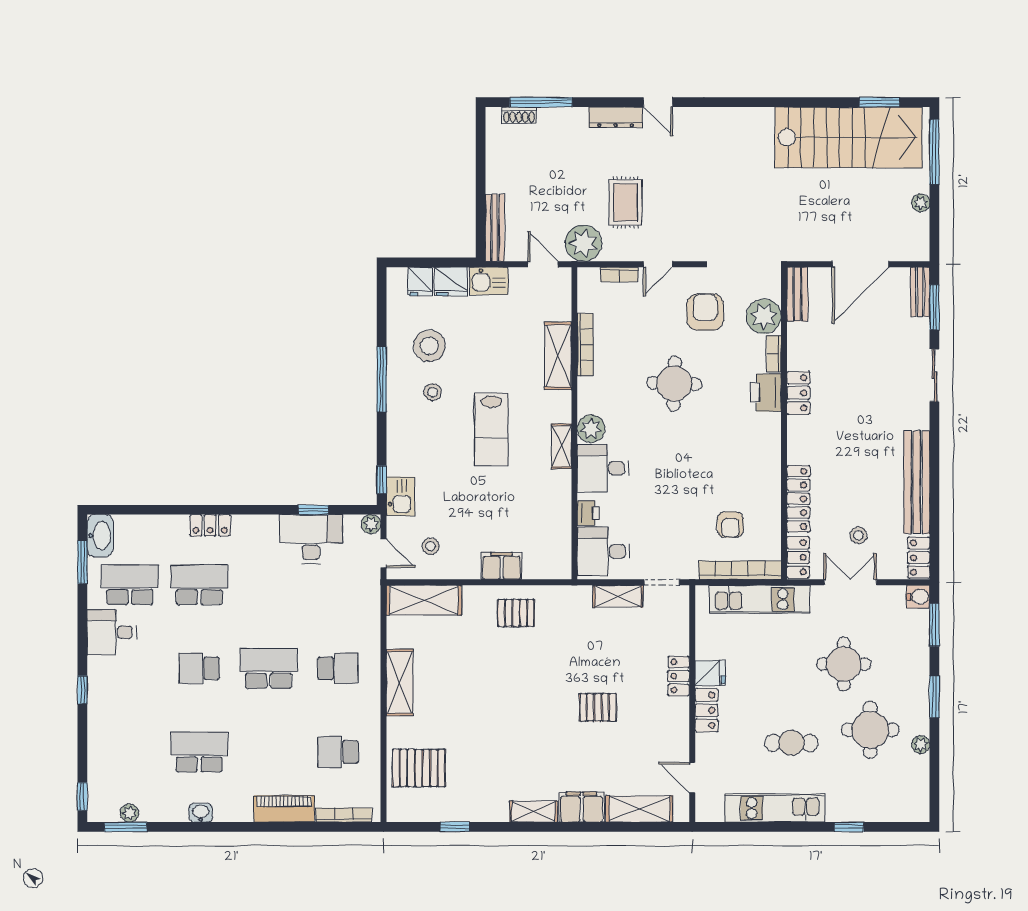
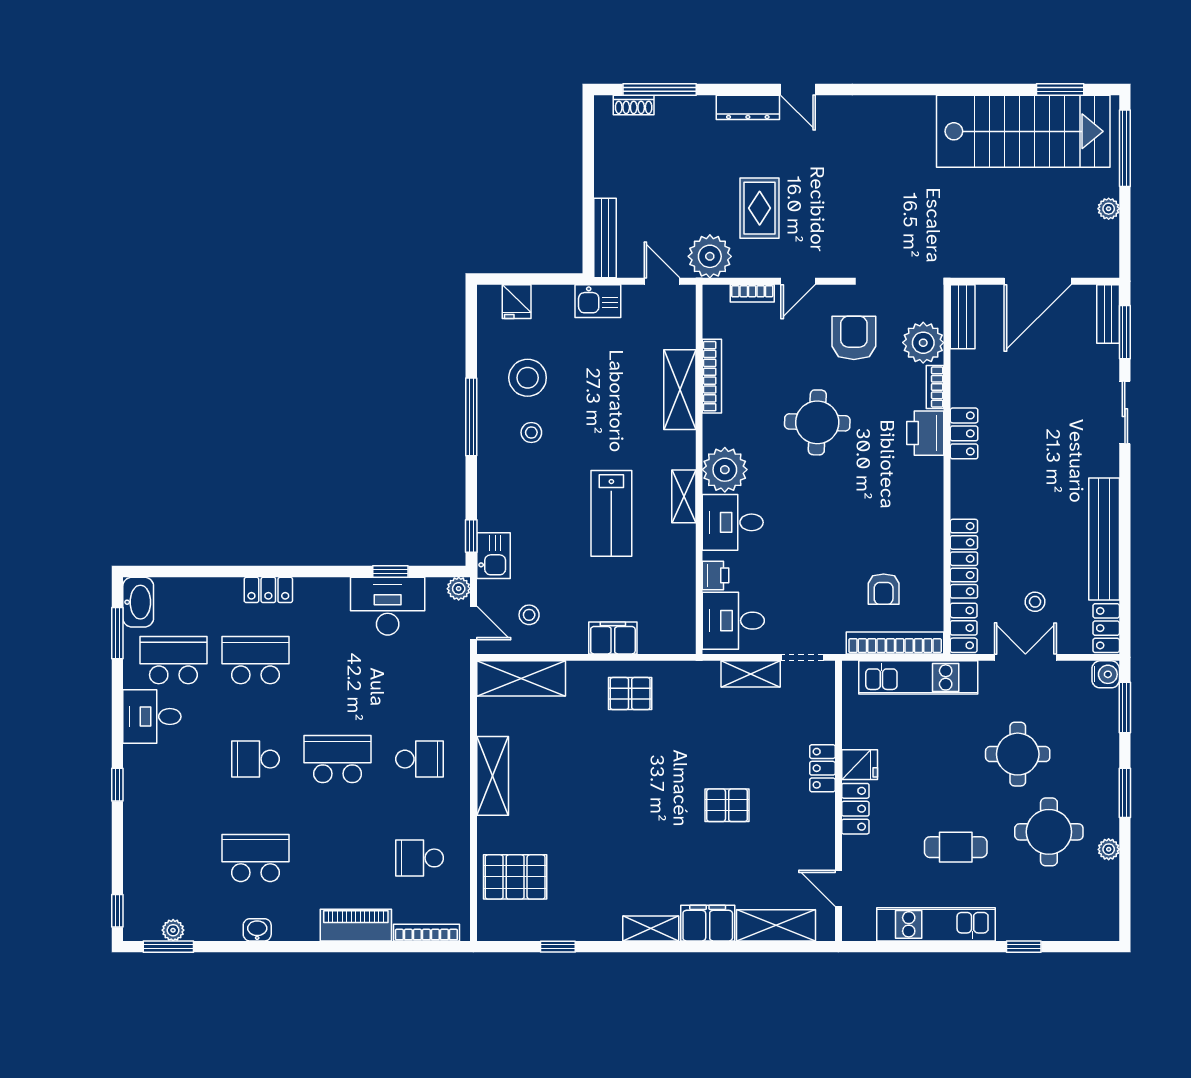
fridge: (451, 281) -> (553, 302), removed
lab bench: (491, 429) -> (611, 513), moved
plant: (591, 429) -> (725, 470), width x1.36, depth x1.36

